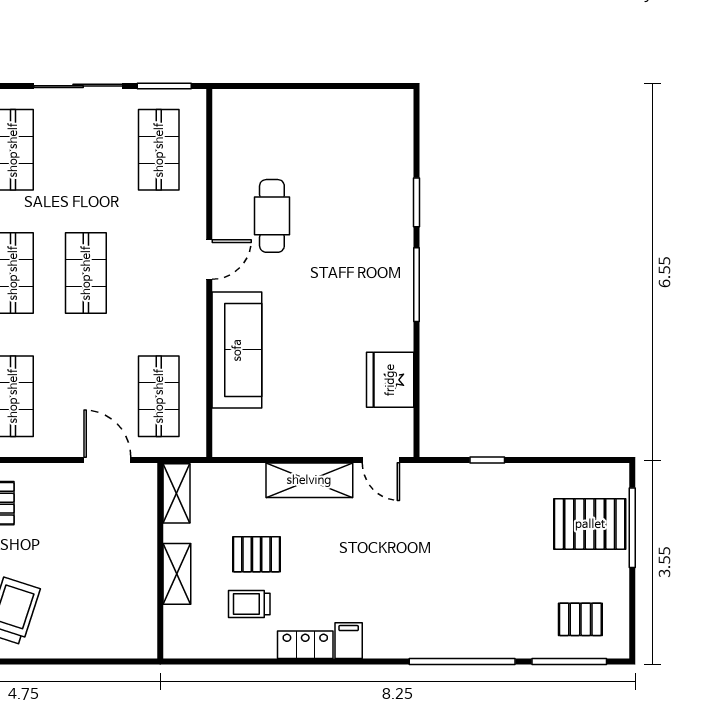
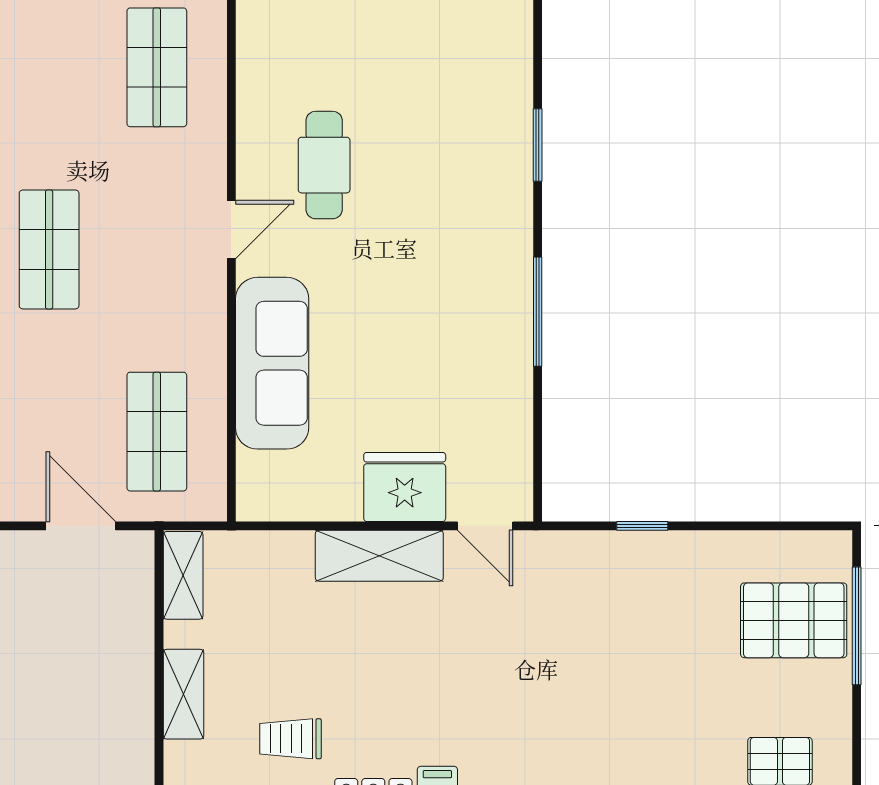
window: (416, 285) -> (538, 312), moved
fridge: (390, 380) -> (405, 487), moved, turned 90
pallet: (257, 554) -> (301, 665), removed

